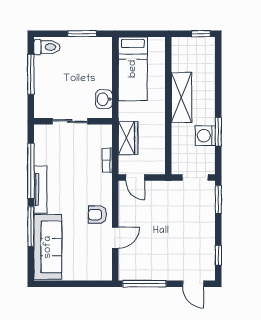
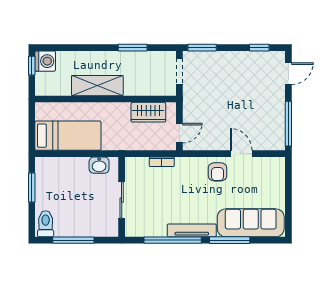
washing machine: (205, 136) -> (45, 61), moved, turned -90
wardrobe: (128, 138) -> (148, 112), moved, turned 180

